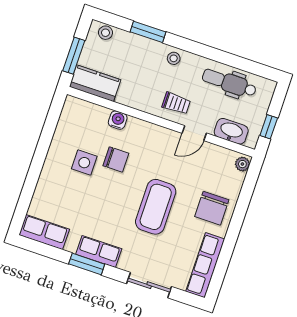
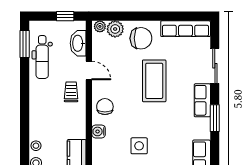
window: (148, 32) -> (25, 44), moved
stool: (174, 58) -> (36, 146), moved
chair: (116, 159) -> (105, 107), moved
plant: (233, 181) -> (115, 29), added
coffee table: (156, 207) -> (154, 81), turned 90
row of seats: (99, 252) -> (202, 100), moved

